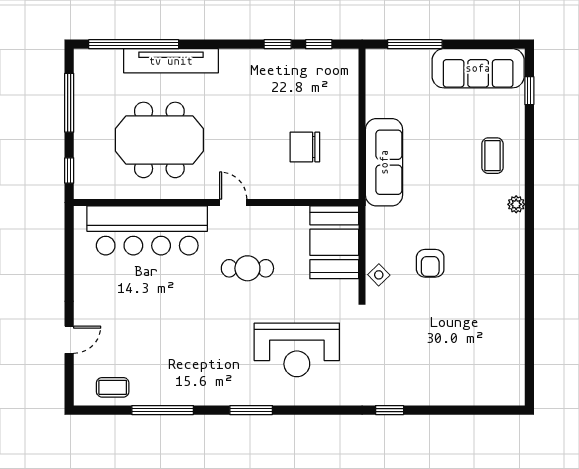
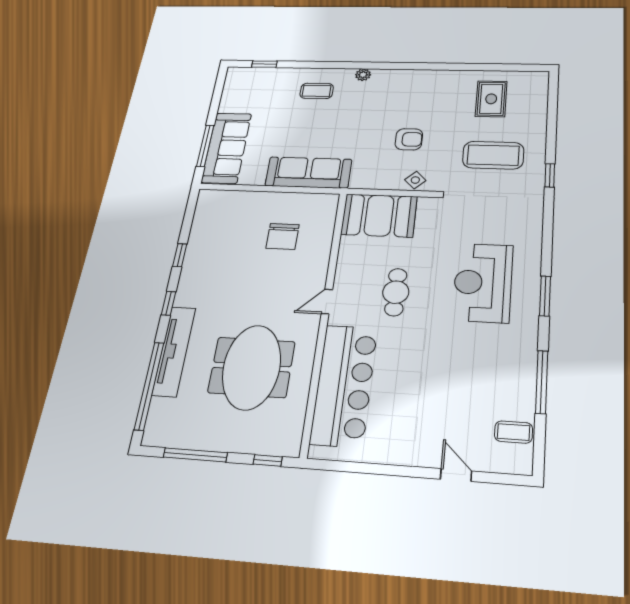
window: (319, 44) -> (168, 303), moved
sofa: (478, 68) -> (227, 148), moved
rug: (486, 346) -> (491, 99), added
reception desk: (297, 350) -> (483, 283), moved, turned 180
coffee table: (413, 352) -> (493, 155), added
coffee table: (113, 387) -> (514, 432), turned 90

